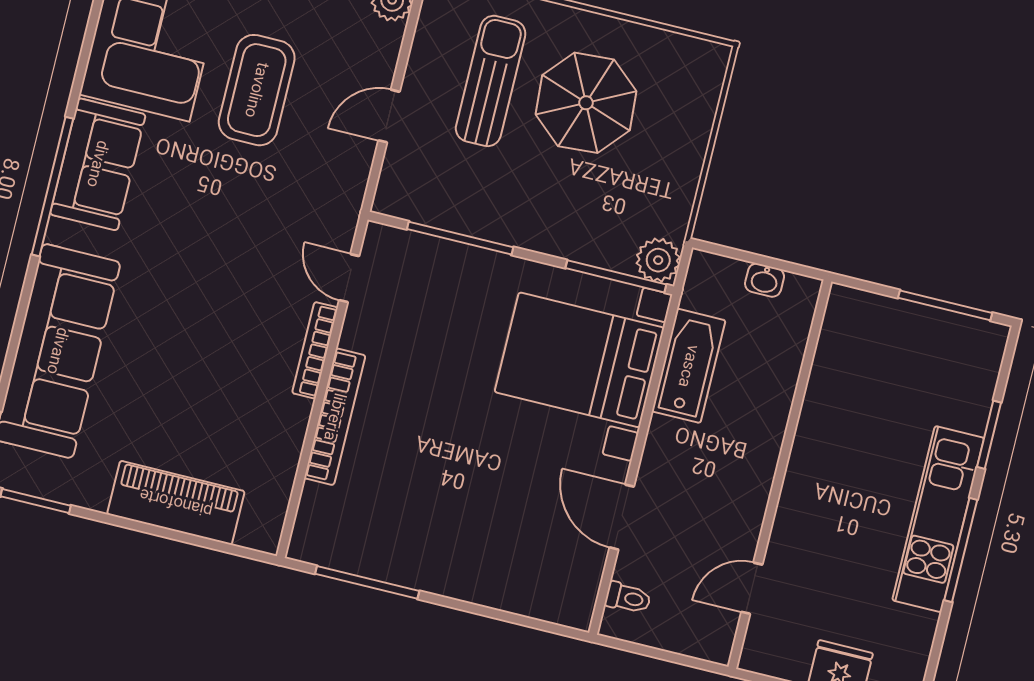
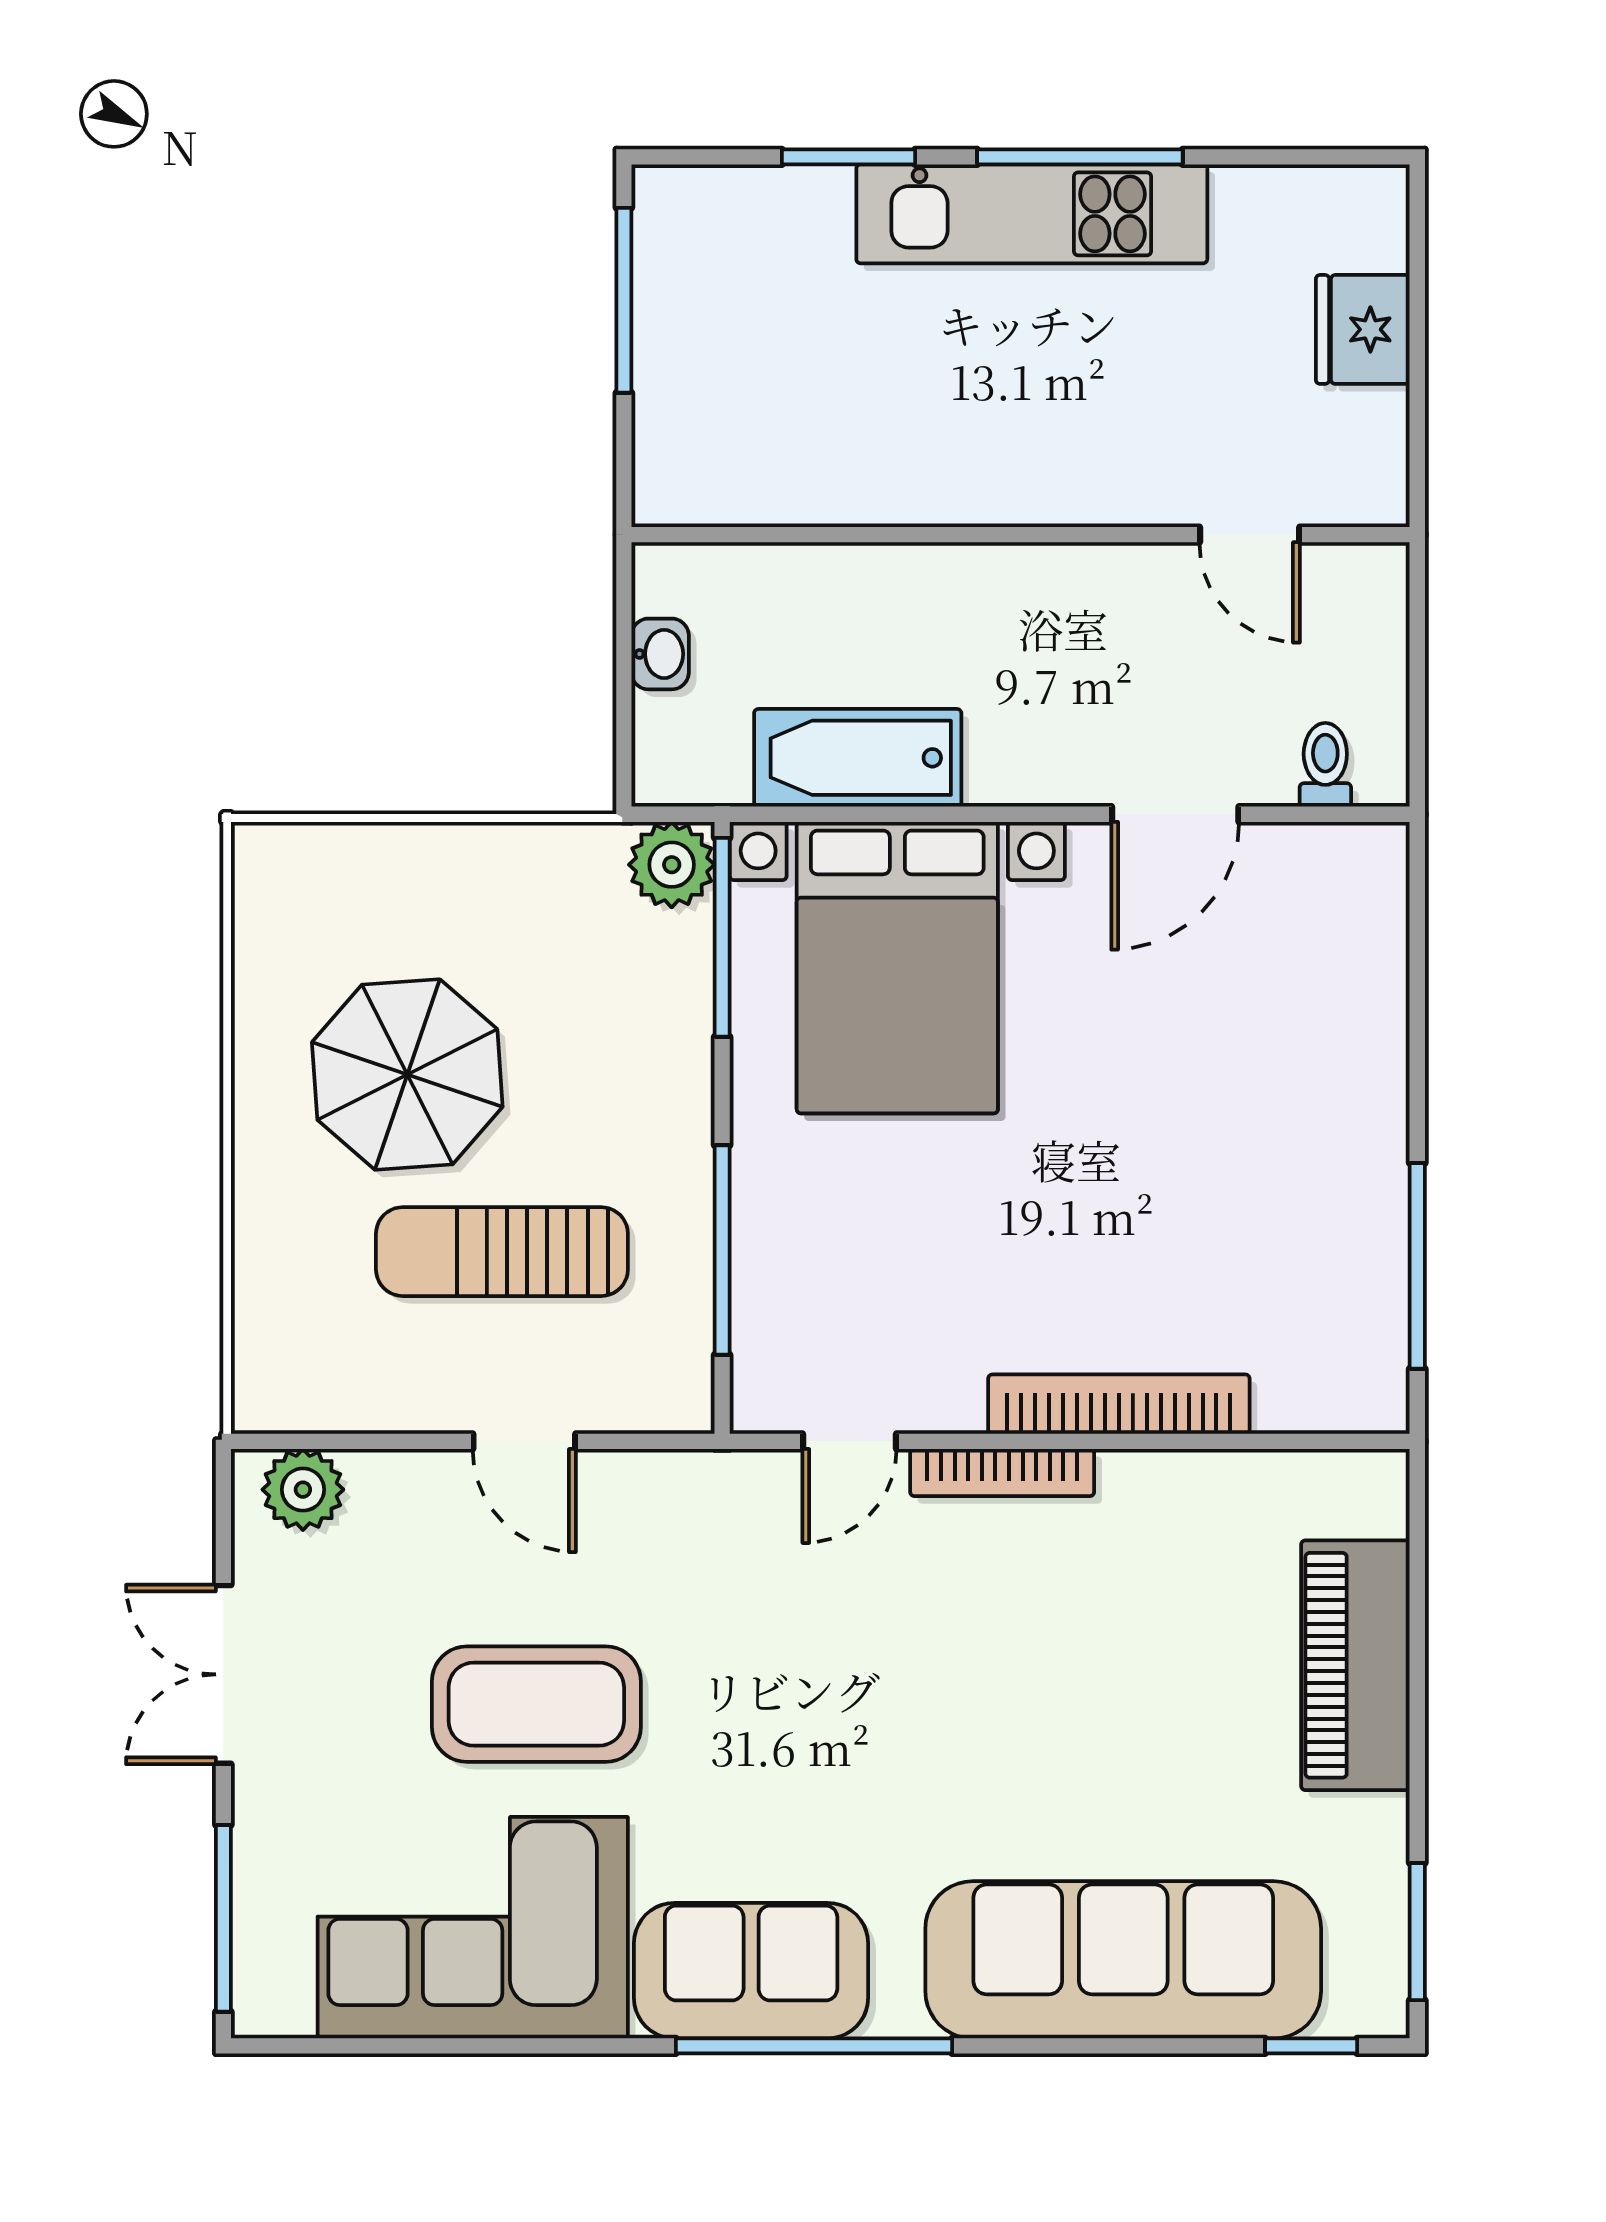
sun lounger: (491, 81) -> (502, 1252), moved

